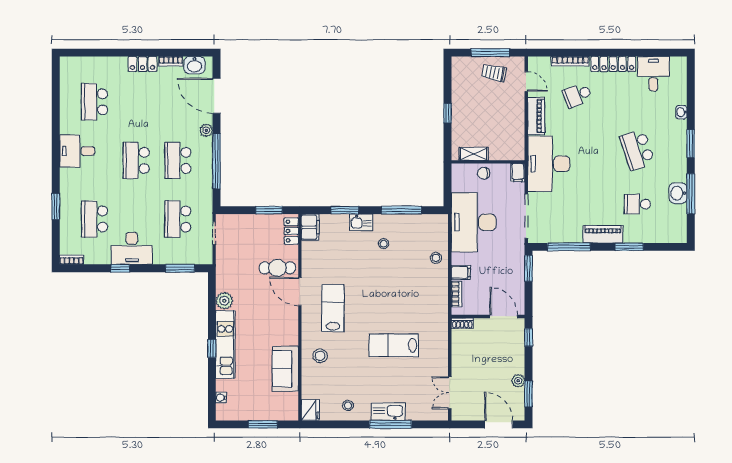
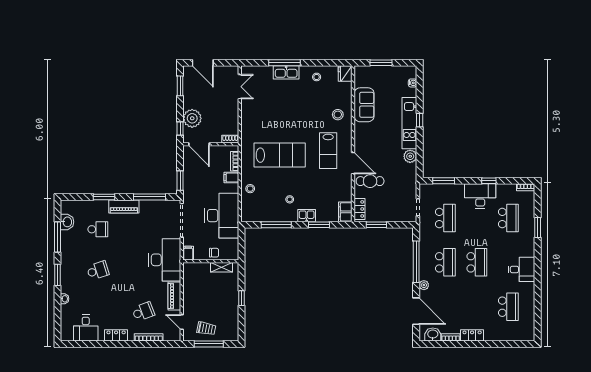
locker: (613, 64) -> (116, 335), width x0.66
school desk: (637, 150) -> (98, 270), width x0.54
washbasin: (678, 193) -> (67, 222), moved
lab bench: (394, 345) -> (280, 155), moved, width x1.36, depth x1.39
plant: (518, 381) -> (192, 118), moved, width x1.87, depth x1.87

